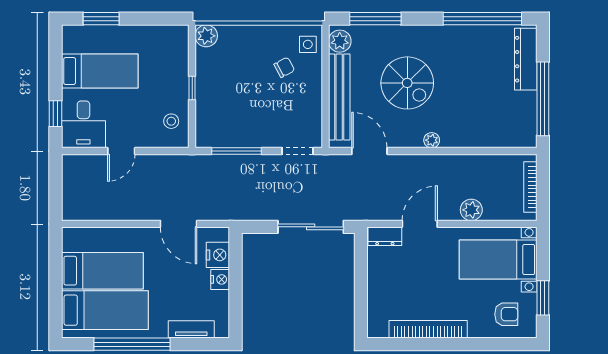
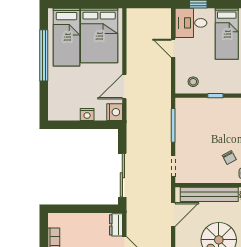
nightstand: (218, 255) -> (115, 112), moved, turned -90
bed: (102, 271) -> (99, 36), width x1.50
tv unit: (191, 329) -> (54, 95), removed

